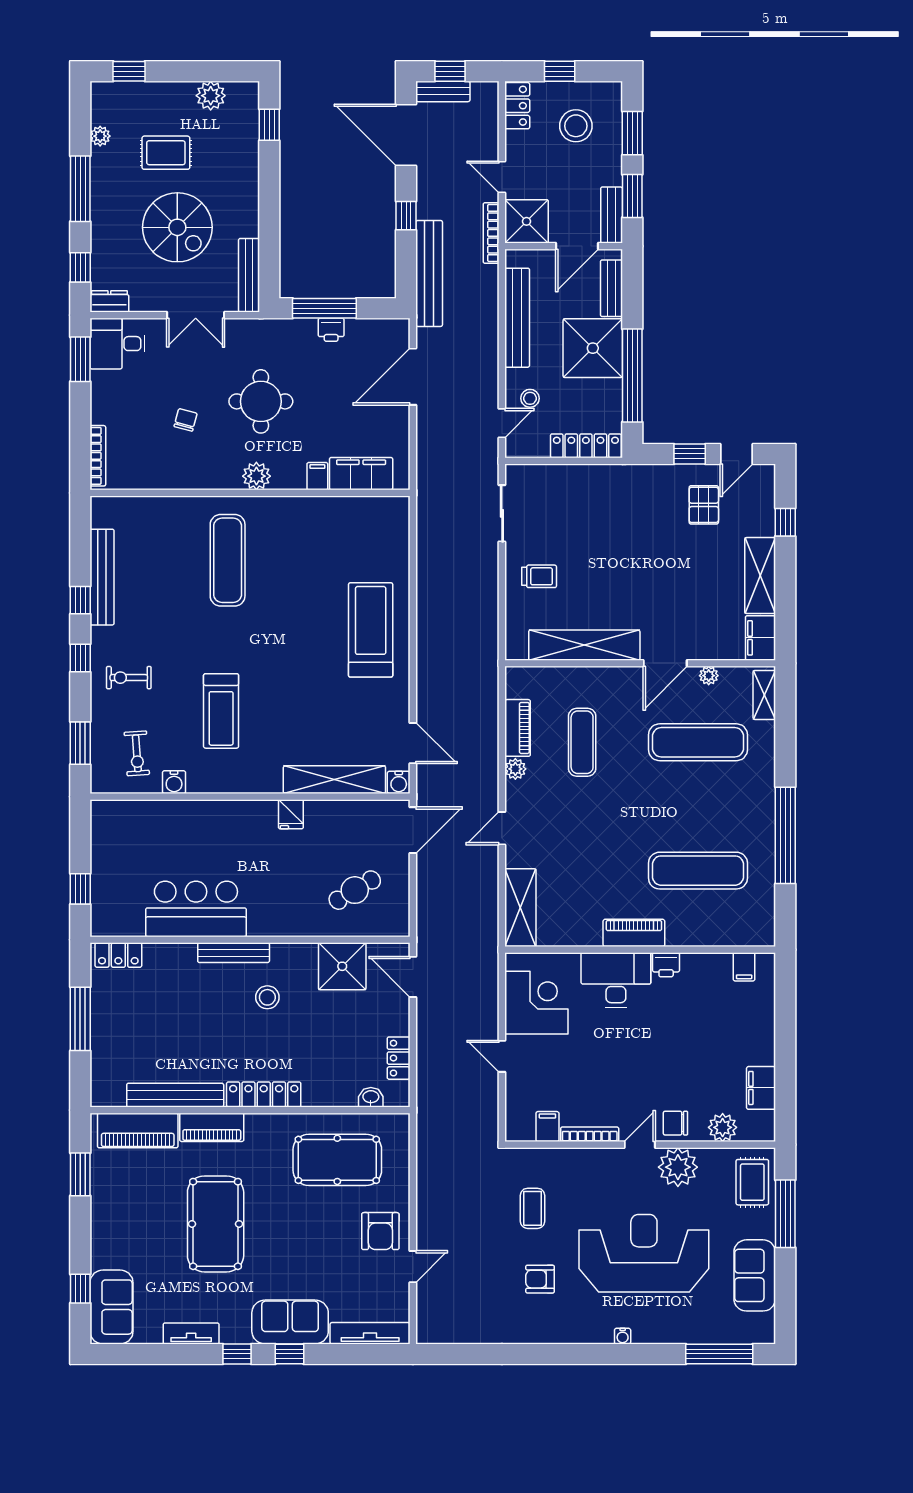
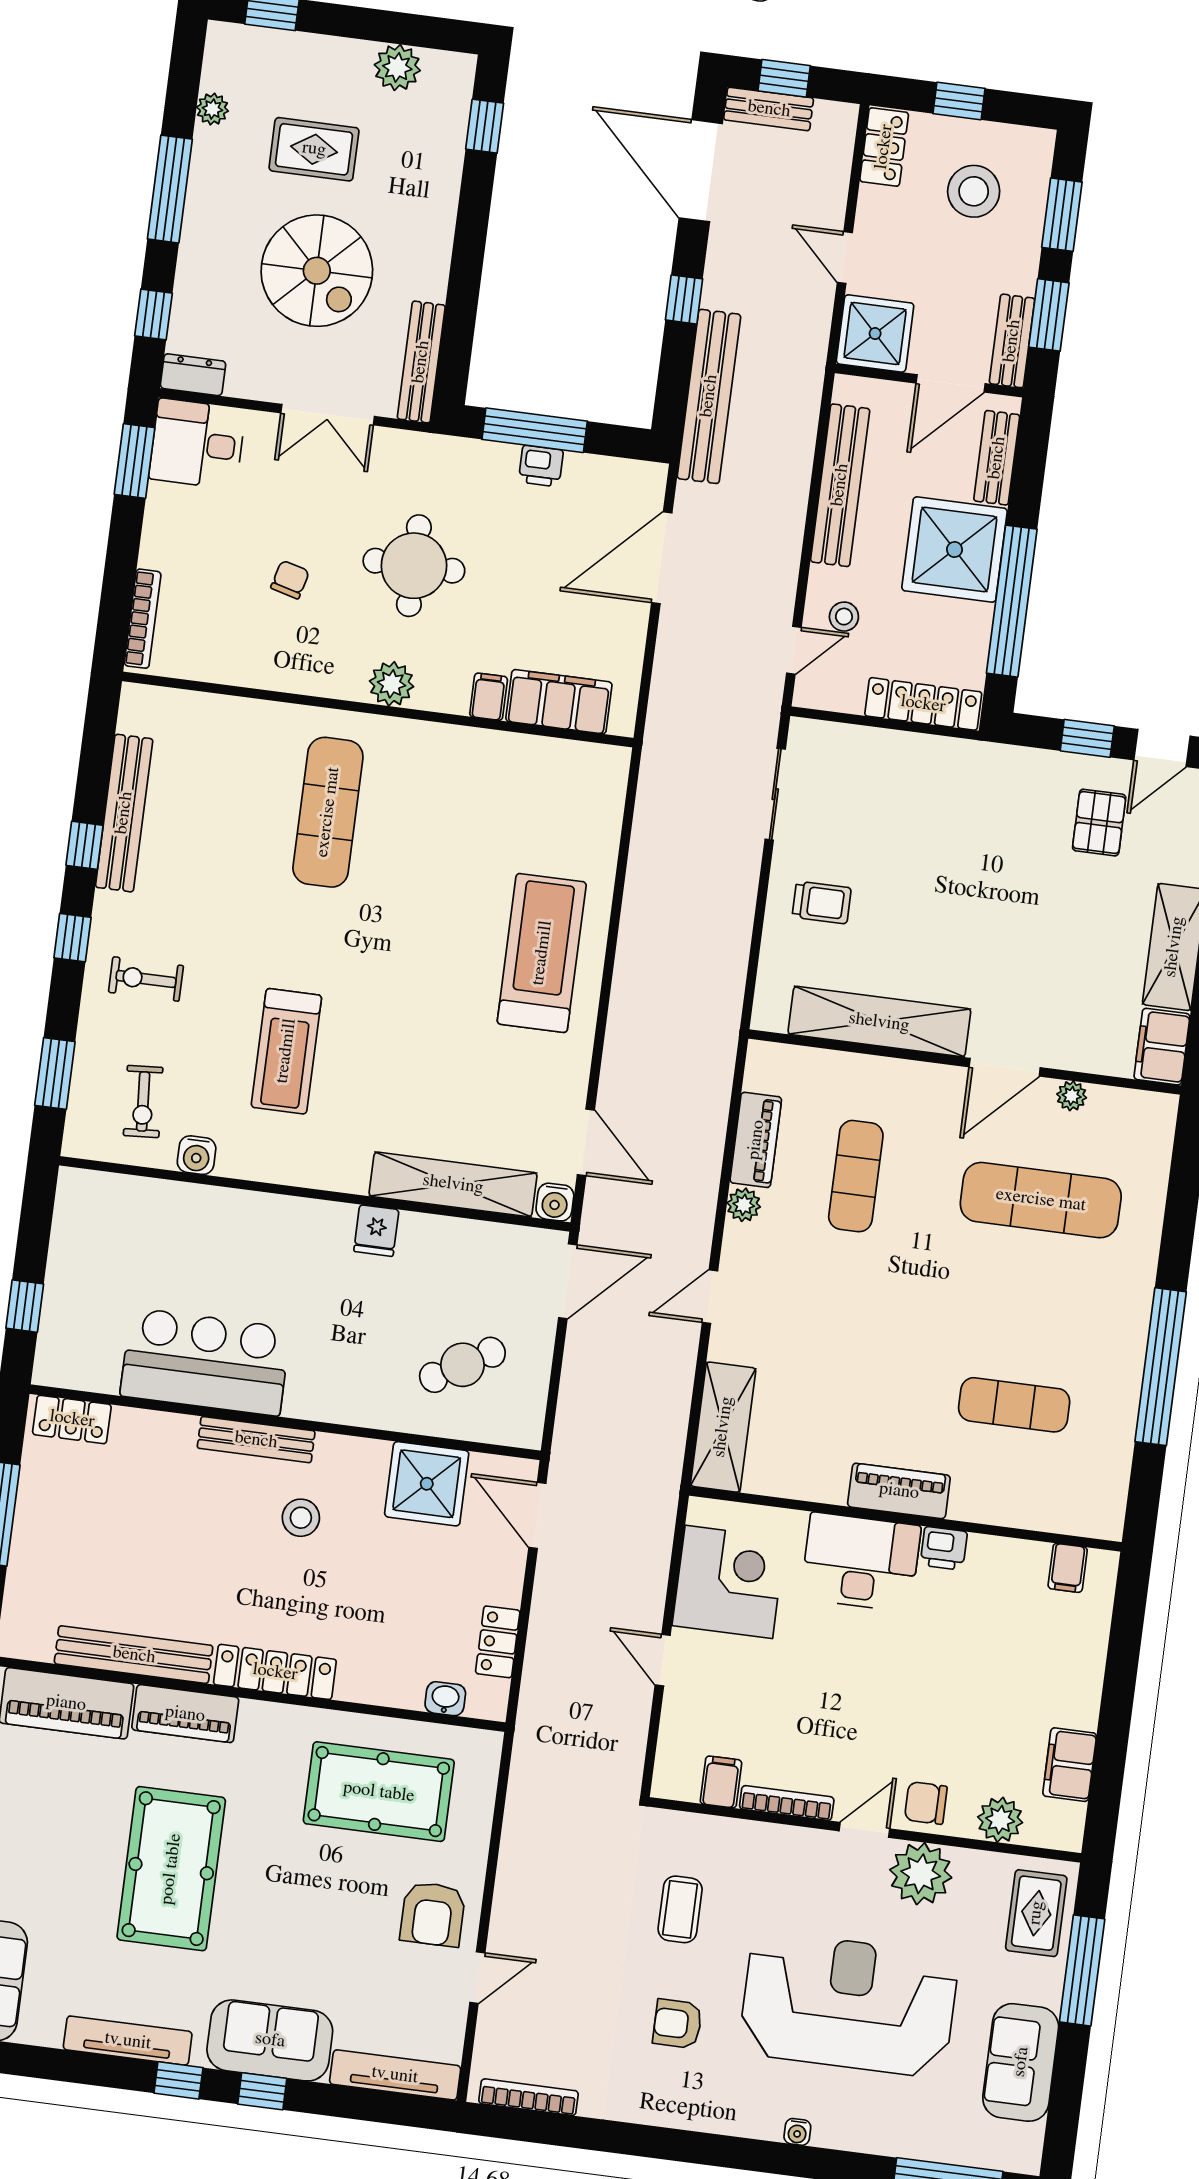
bookcase: (491, 233) -> (529, 2097), moved, turned 90
shelving: (764, 695) -> (1156, 1138), removed
exercise mat: (698, 871) -> (1014, 1405), width x0.73, depth x0.69
tv unit: (191, 1333) -> (128, 2041), width x1.41

